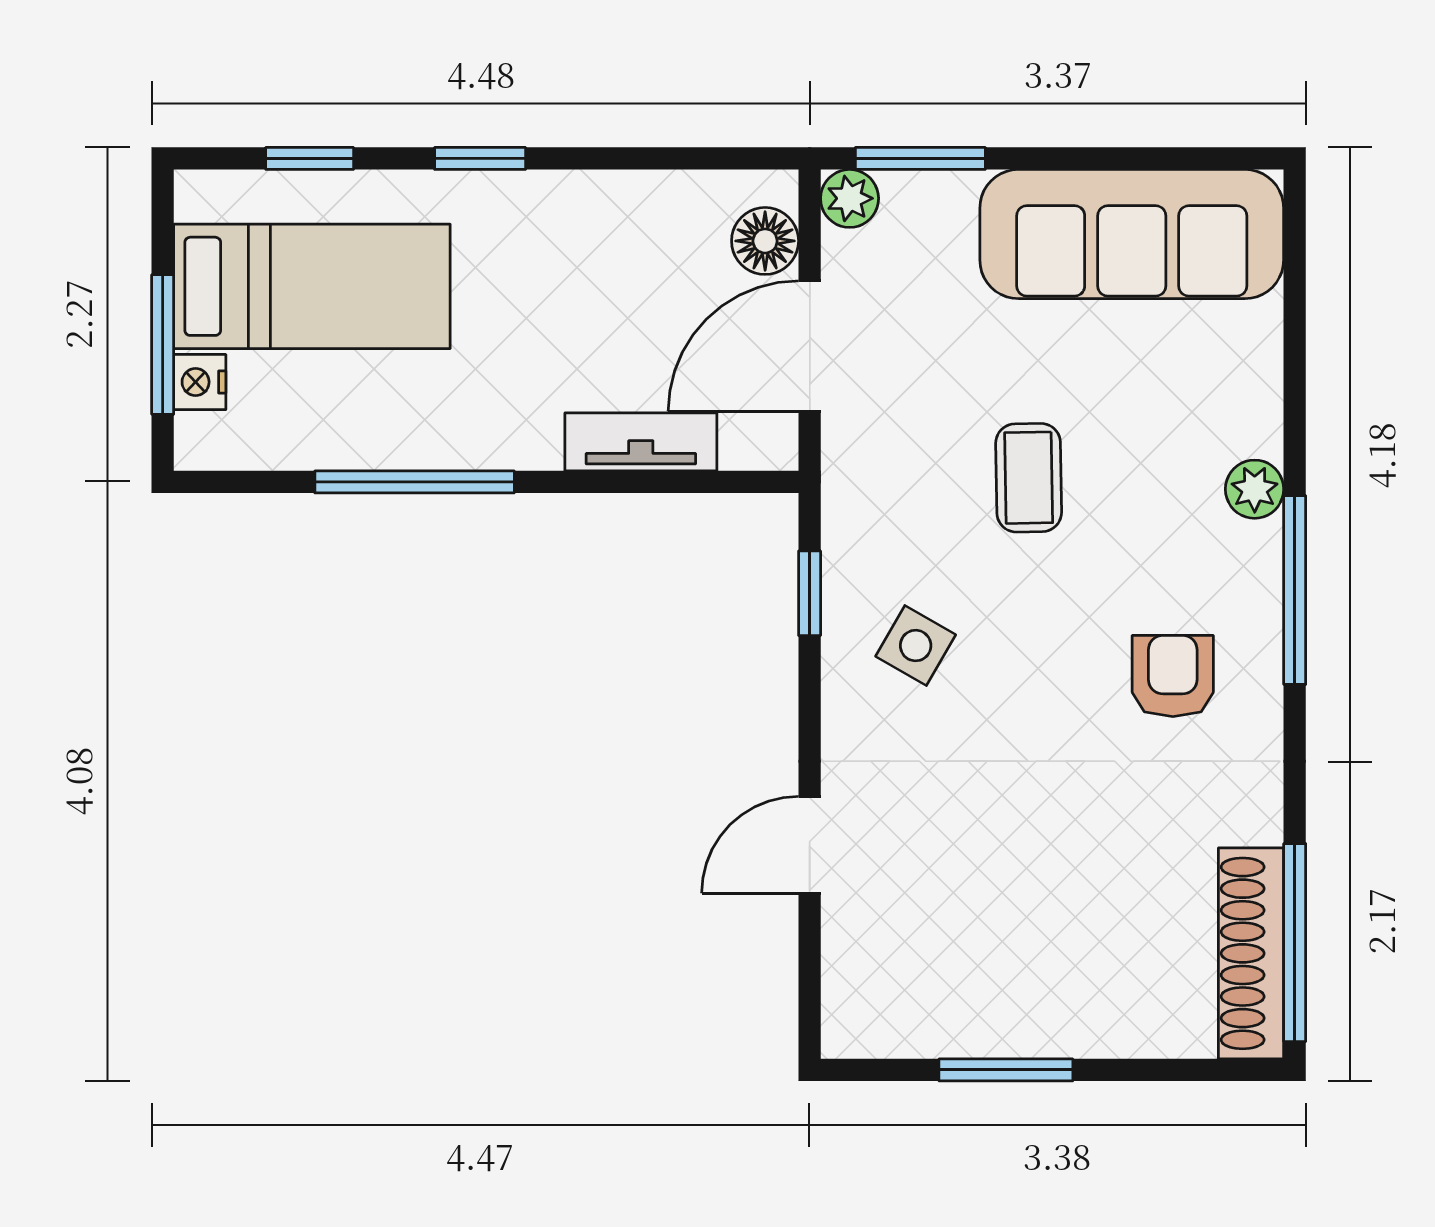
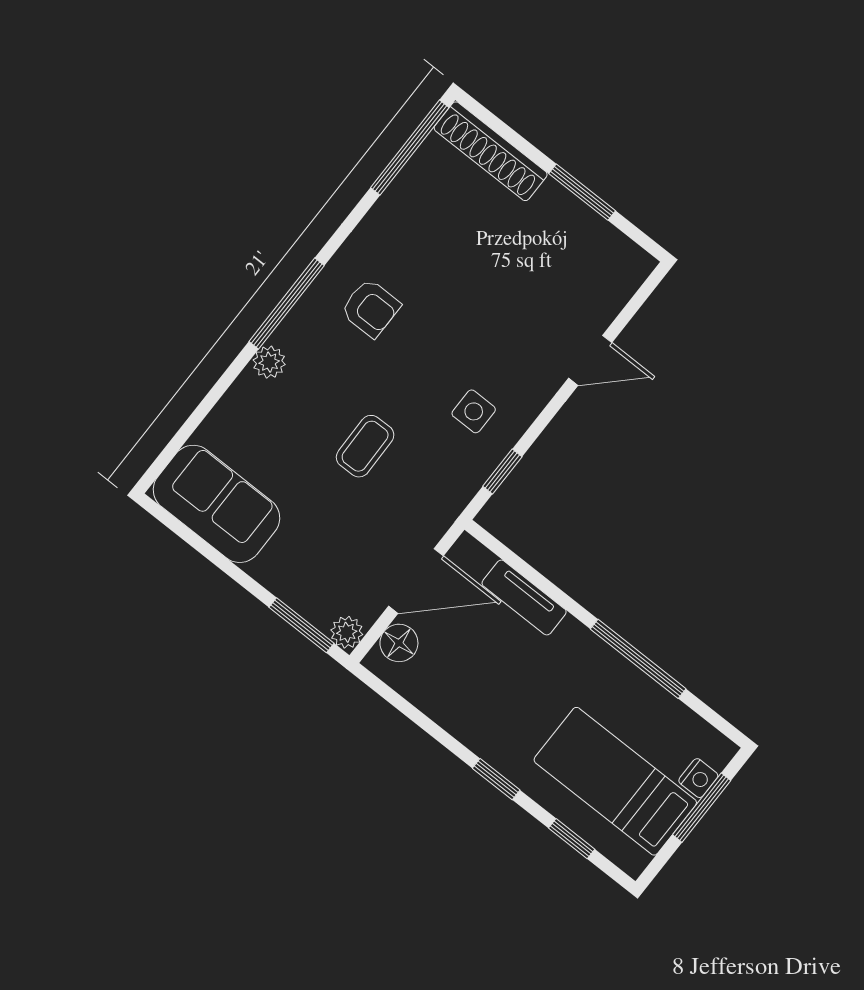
sofa: (1132, 234) -> (217, 504), width x0.73
side table: (916, 646) -> (474, 411), turned -30
armchair: (1173, 676) -> (371, 308), turned -90
shoe rack: (1251, 953) -> (491, 151), moved, turned 90

